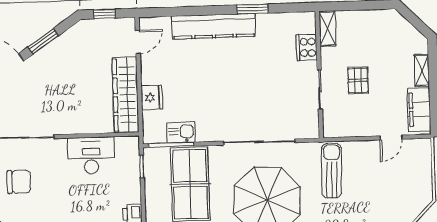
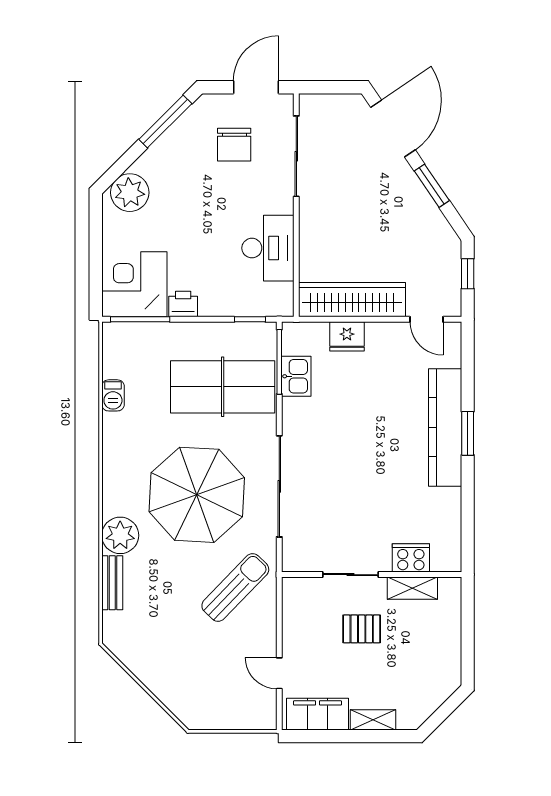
window: (253, 9) -> (468, 433), moved
shelving: (327, 28) -> (412, 588), moved
sun lounger: (332, 171) -> (235, 588), turned -48

